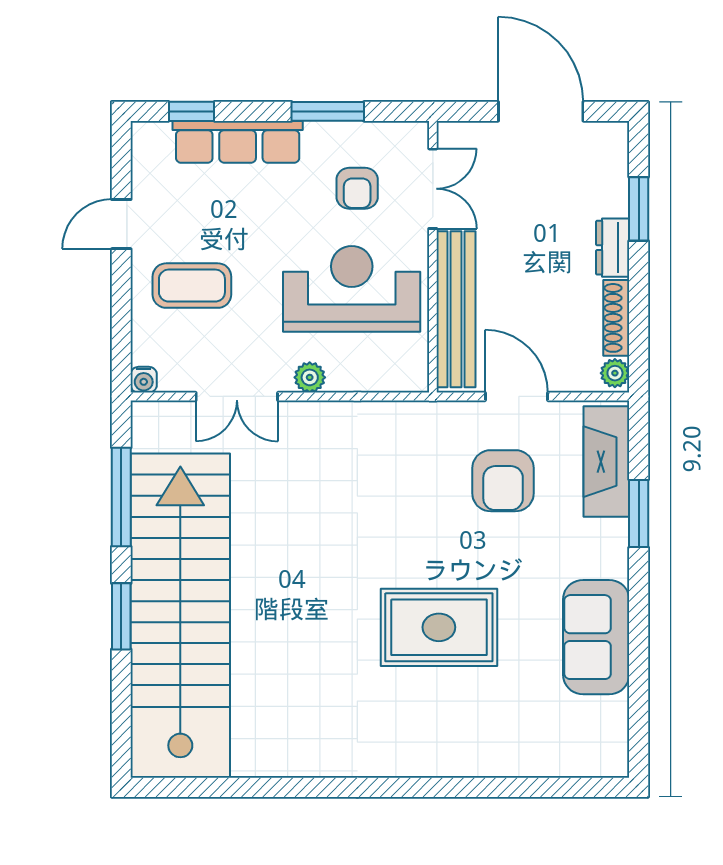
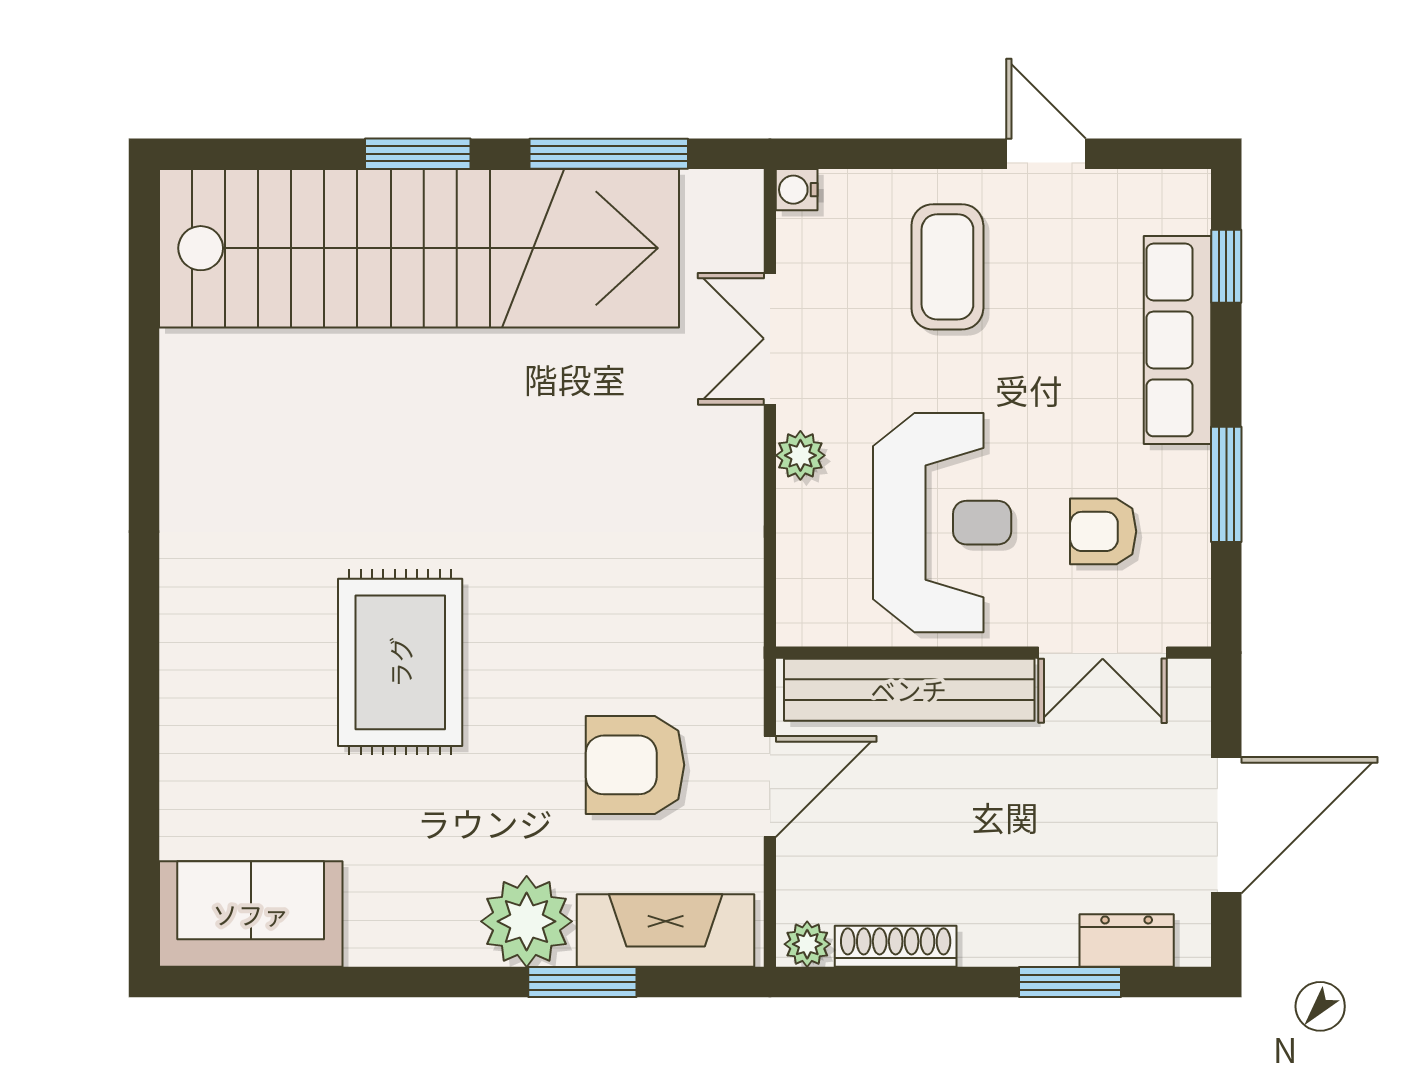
dresser: (613, 248) -> (1127, 941), moved
plant: (601, 548) -> (527, 921), added
sofa: (596, 637) -> (251, 914), moved

